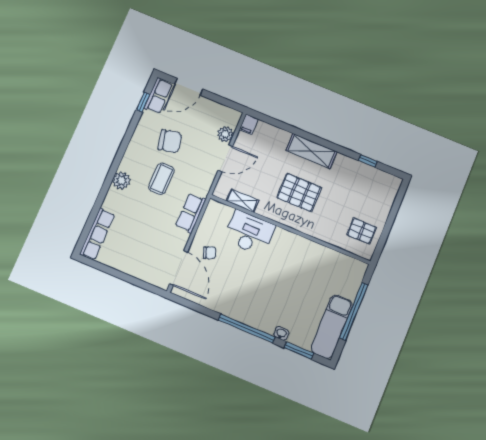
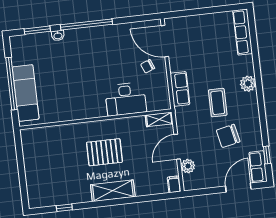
shelving: (242, 201) -> (159, 119), moved
pallet: (362, 231) -> (39, 150), removed
exam couch: (332, 327) -> (26, 93), moved

